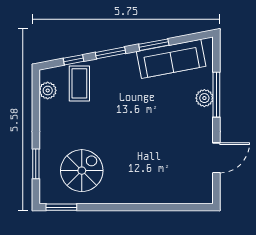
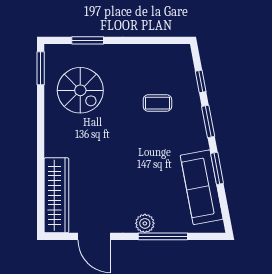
coffee table: (79, 83) -> (157, 103), moved, width x0.73, depth x0.77
plant: (48, 90) -> (167, 53), removed
plant: (204, 98) -> (145, 223), moved
wardrobe: (179, 193) -> (56, 195), added

